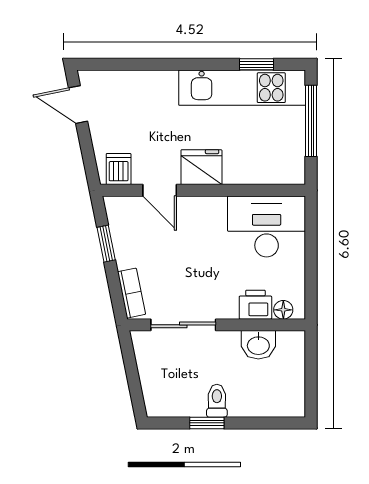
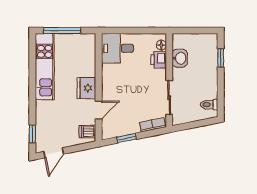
window: (256, 64) -> (32, 134), moved
desk: (267, 227) -> (118, 48), width x0.73
toilet: (217, 401) -> (209, 105), moved
window: (207, 423) -> (221, 58), moved

